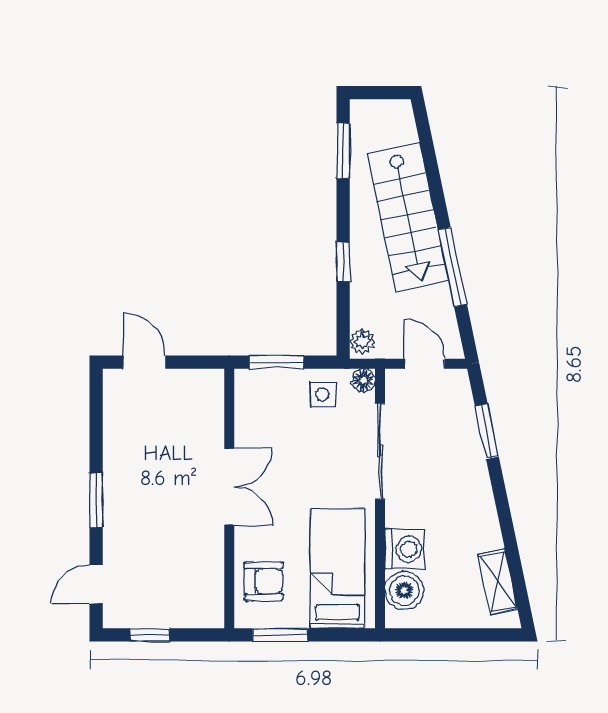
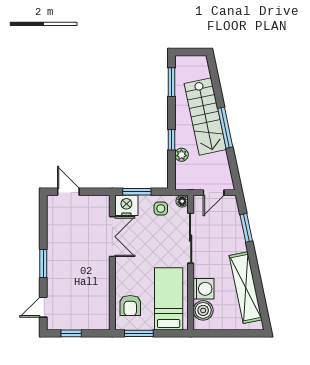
window: (452, 267) -> (225, 128), moved
plant: (362, 341) -> (181, 155), moved
door: (424, 364) -> (214, 193), swing flipped
nightstand: (256, 388) -> (126, 205), added
double door: (229, 487) -> (112, 237), moved
armchair: (264, 581) -> (130, 306), turned 90
shelving: (498, 582) -> (246, 288), width x2.20, depth x1.33

